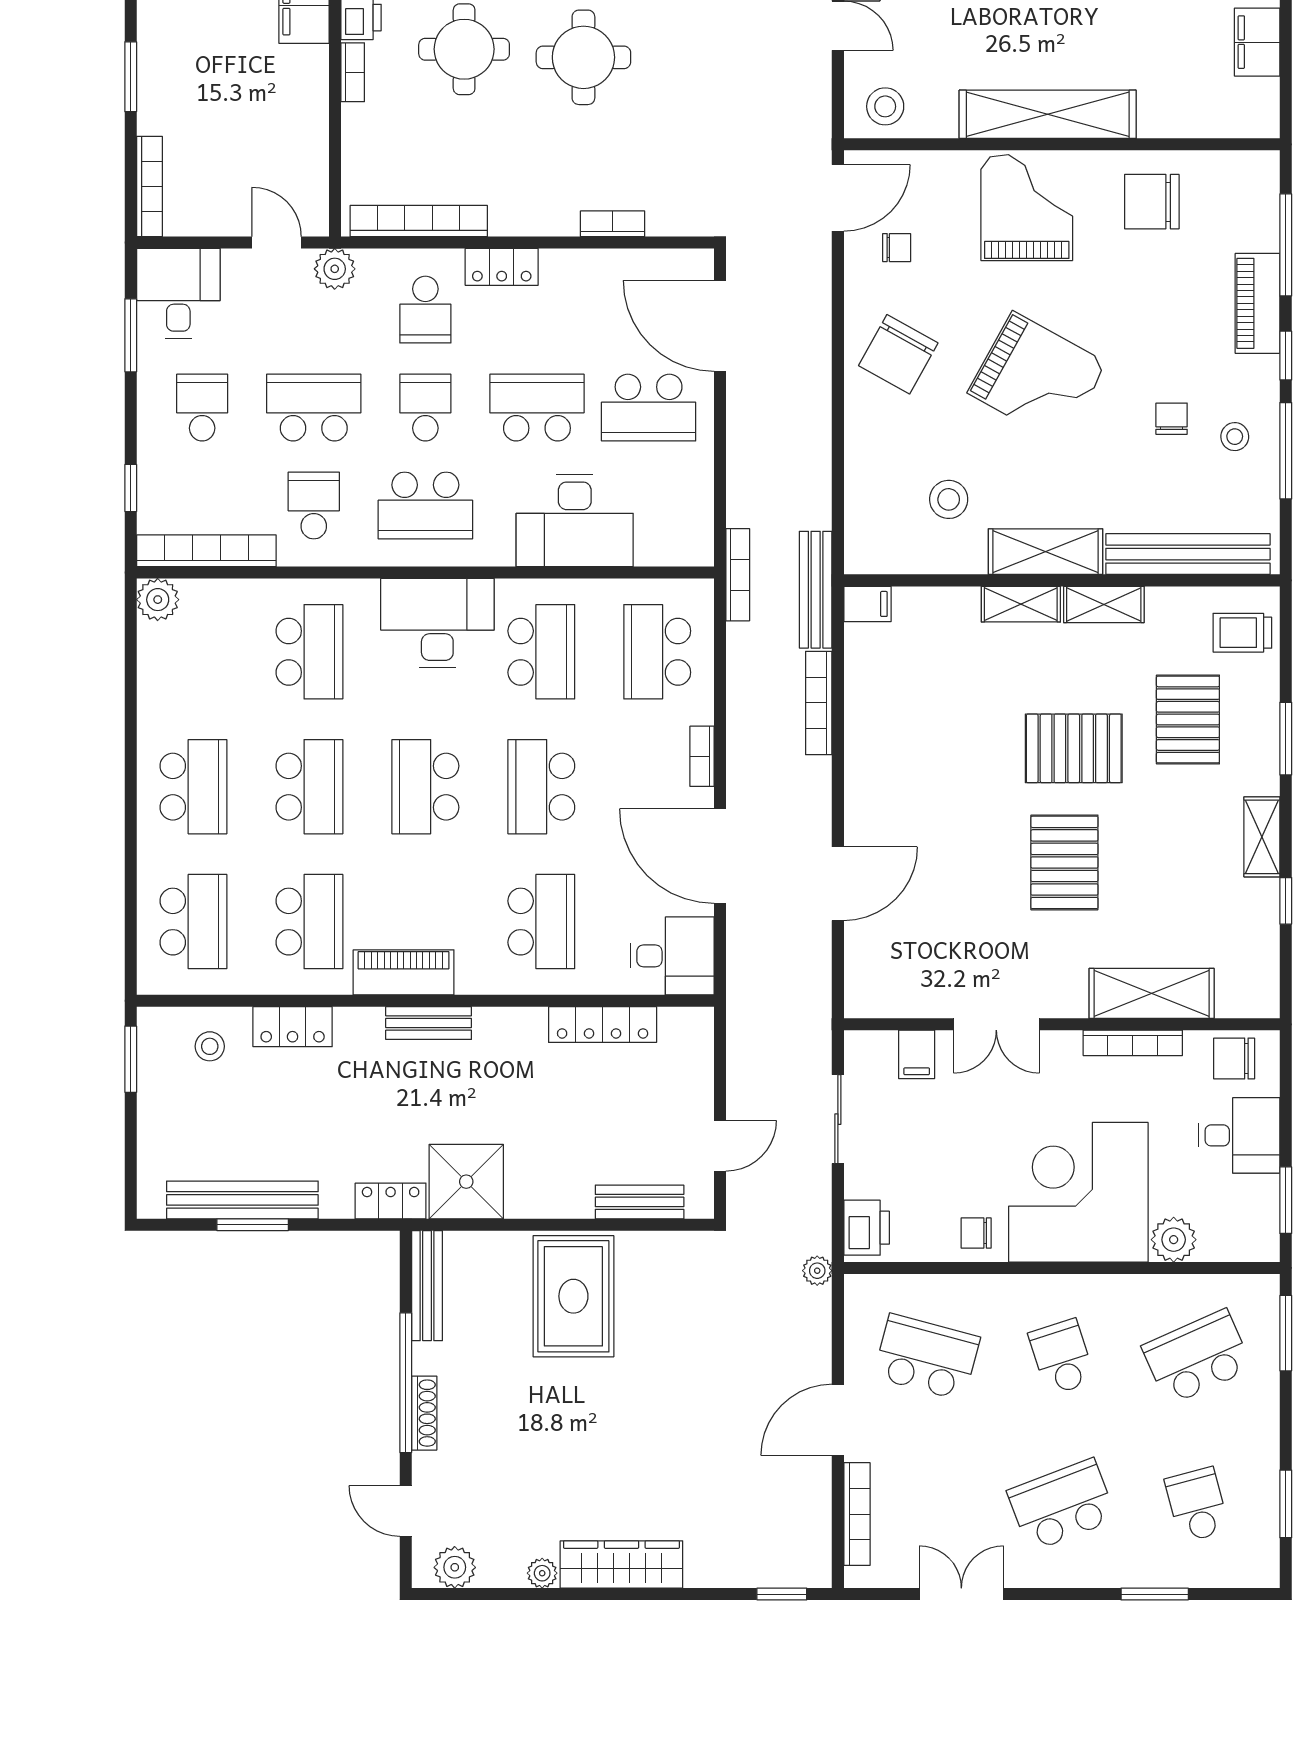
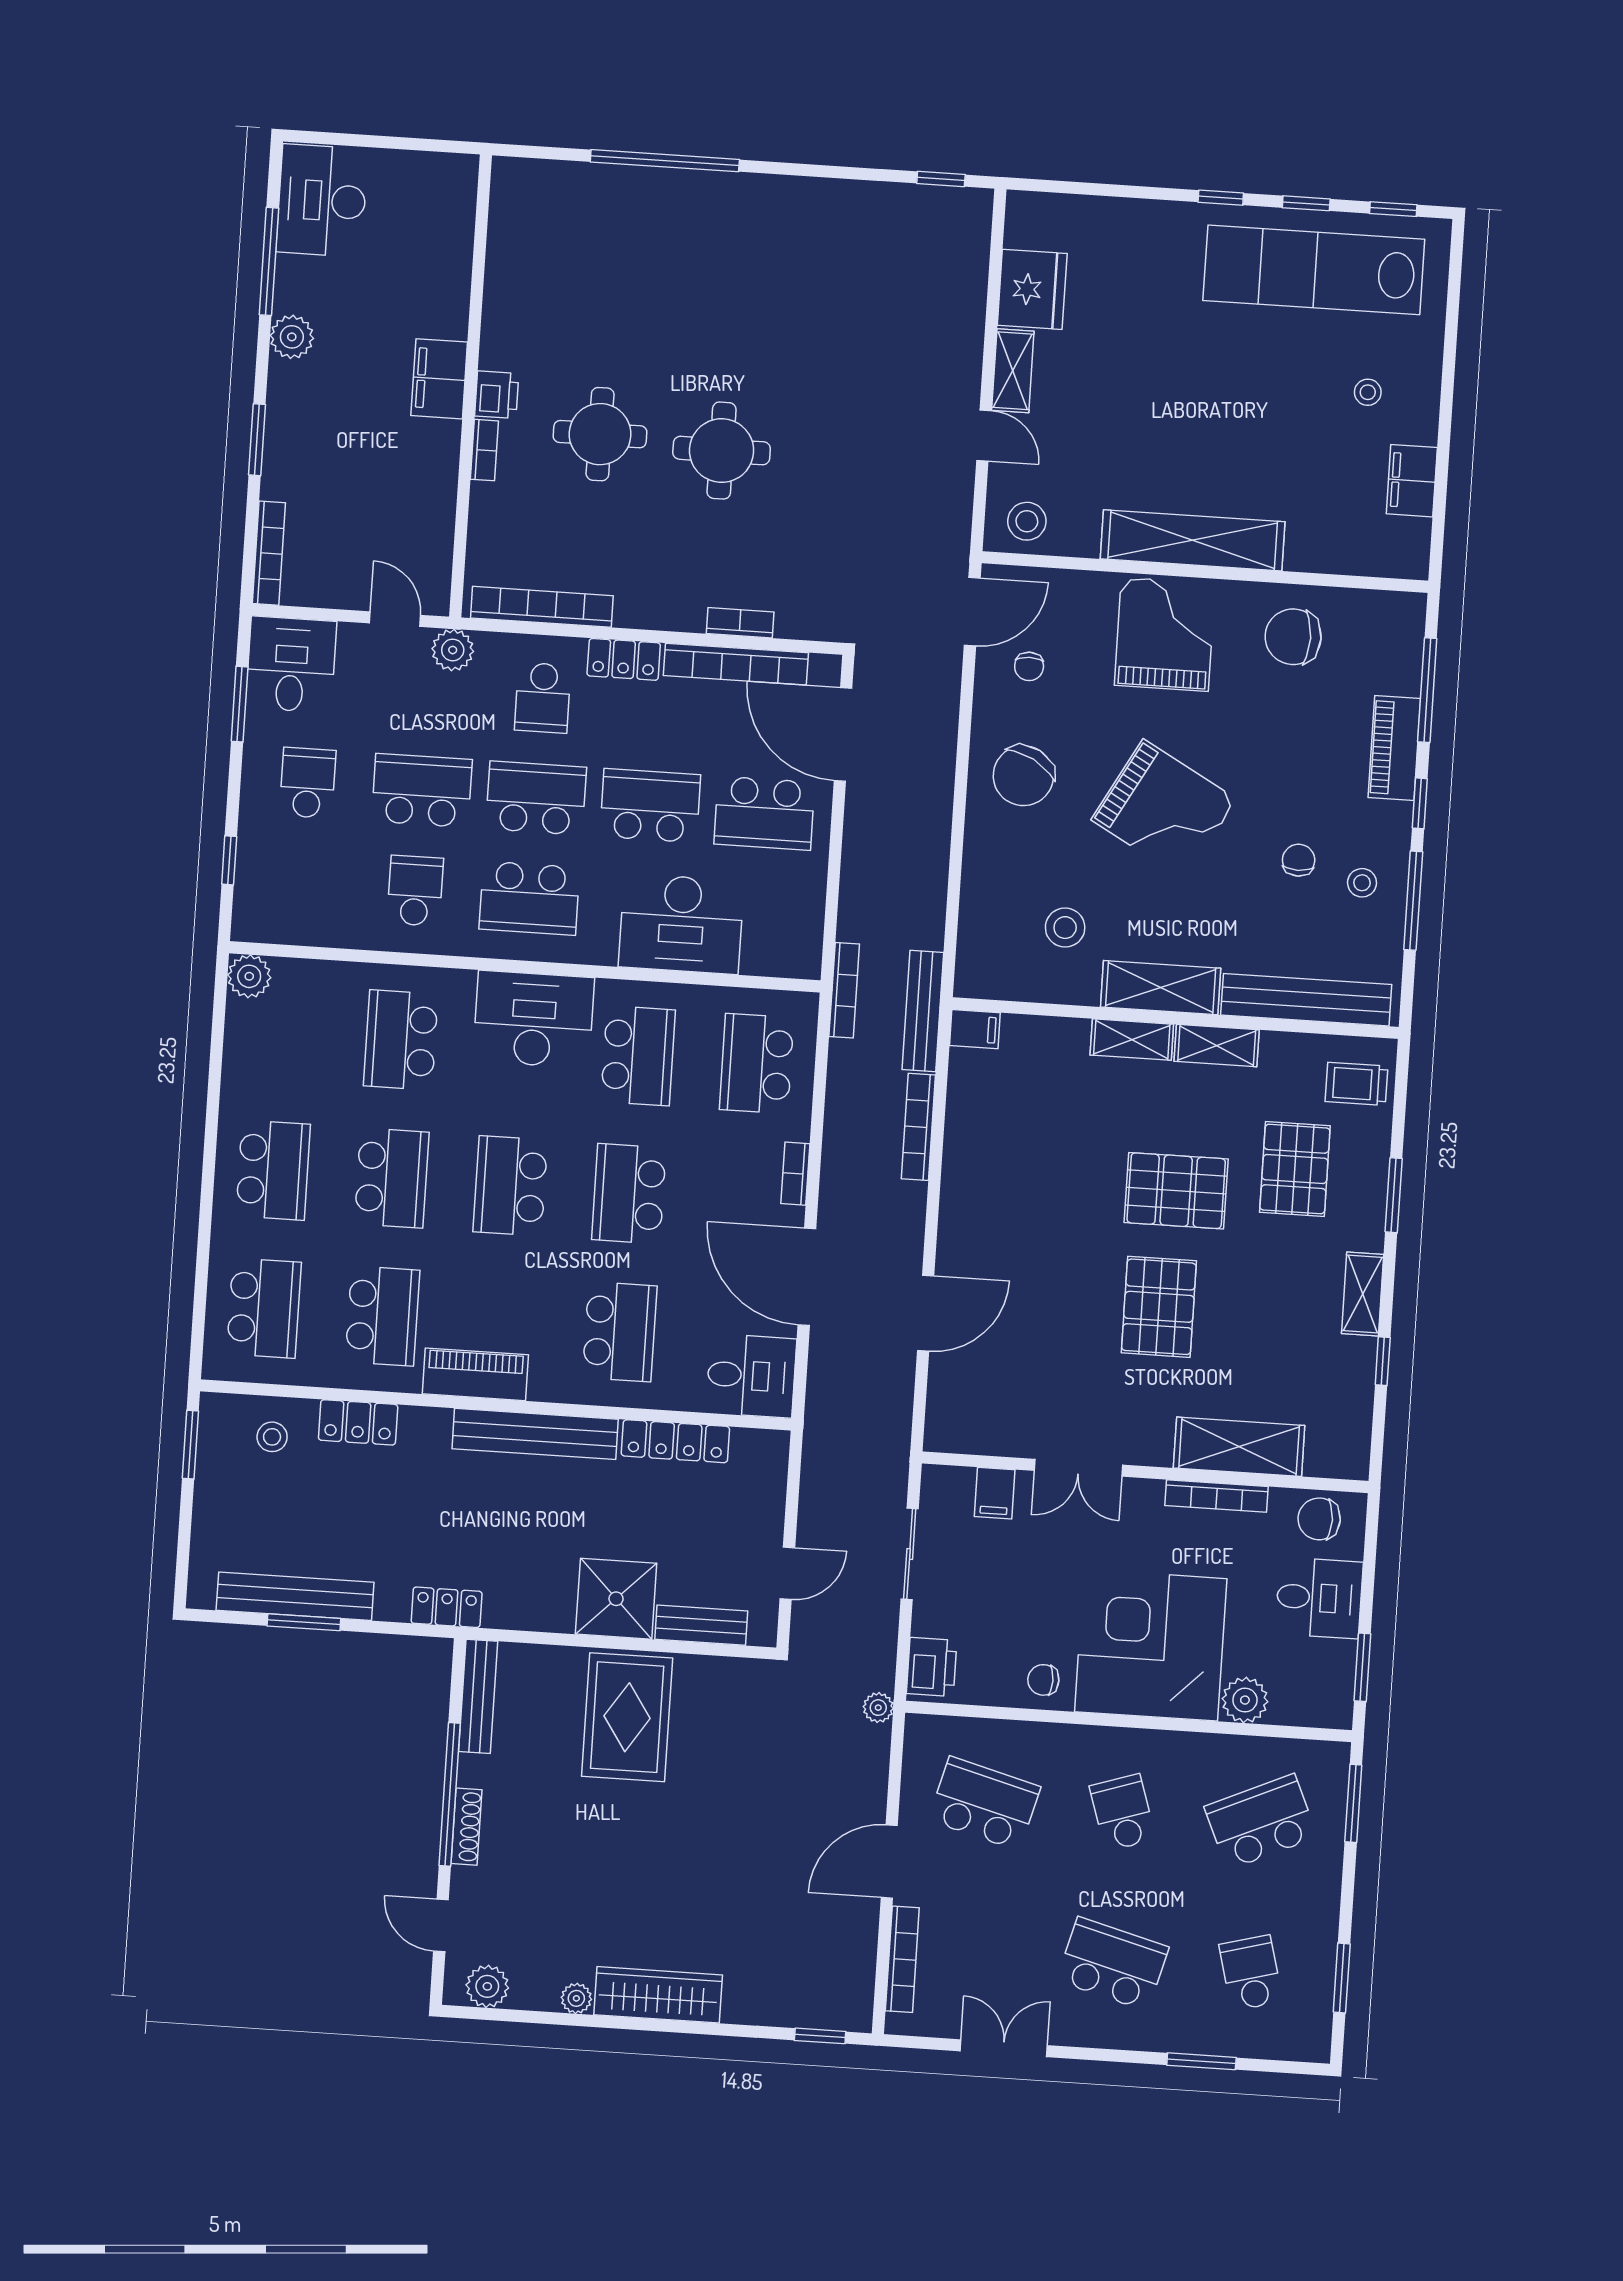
chair: (897, 248) -> (1029, 666), turned 90
school desk: (425, 408) -> (536, 798), width x1.85
bookcase: (206, 551) -> (736, 664), moved, turned 180
school desk: (309, 652) -> (401, 1040), turned 180
bench: (429, 1023) -> (535, 1434), width x1.86, depth x1.21
shower: (466, 1182) -> (616, 1599), moved
school desk: (1062, 1505) -> (1113, 1964), turned 36

